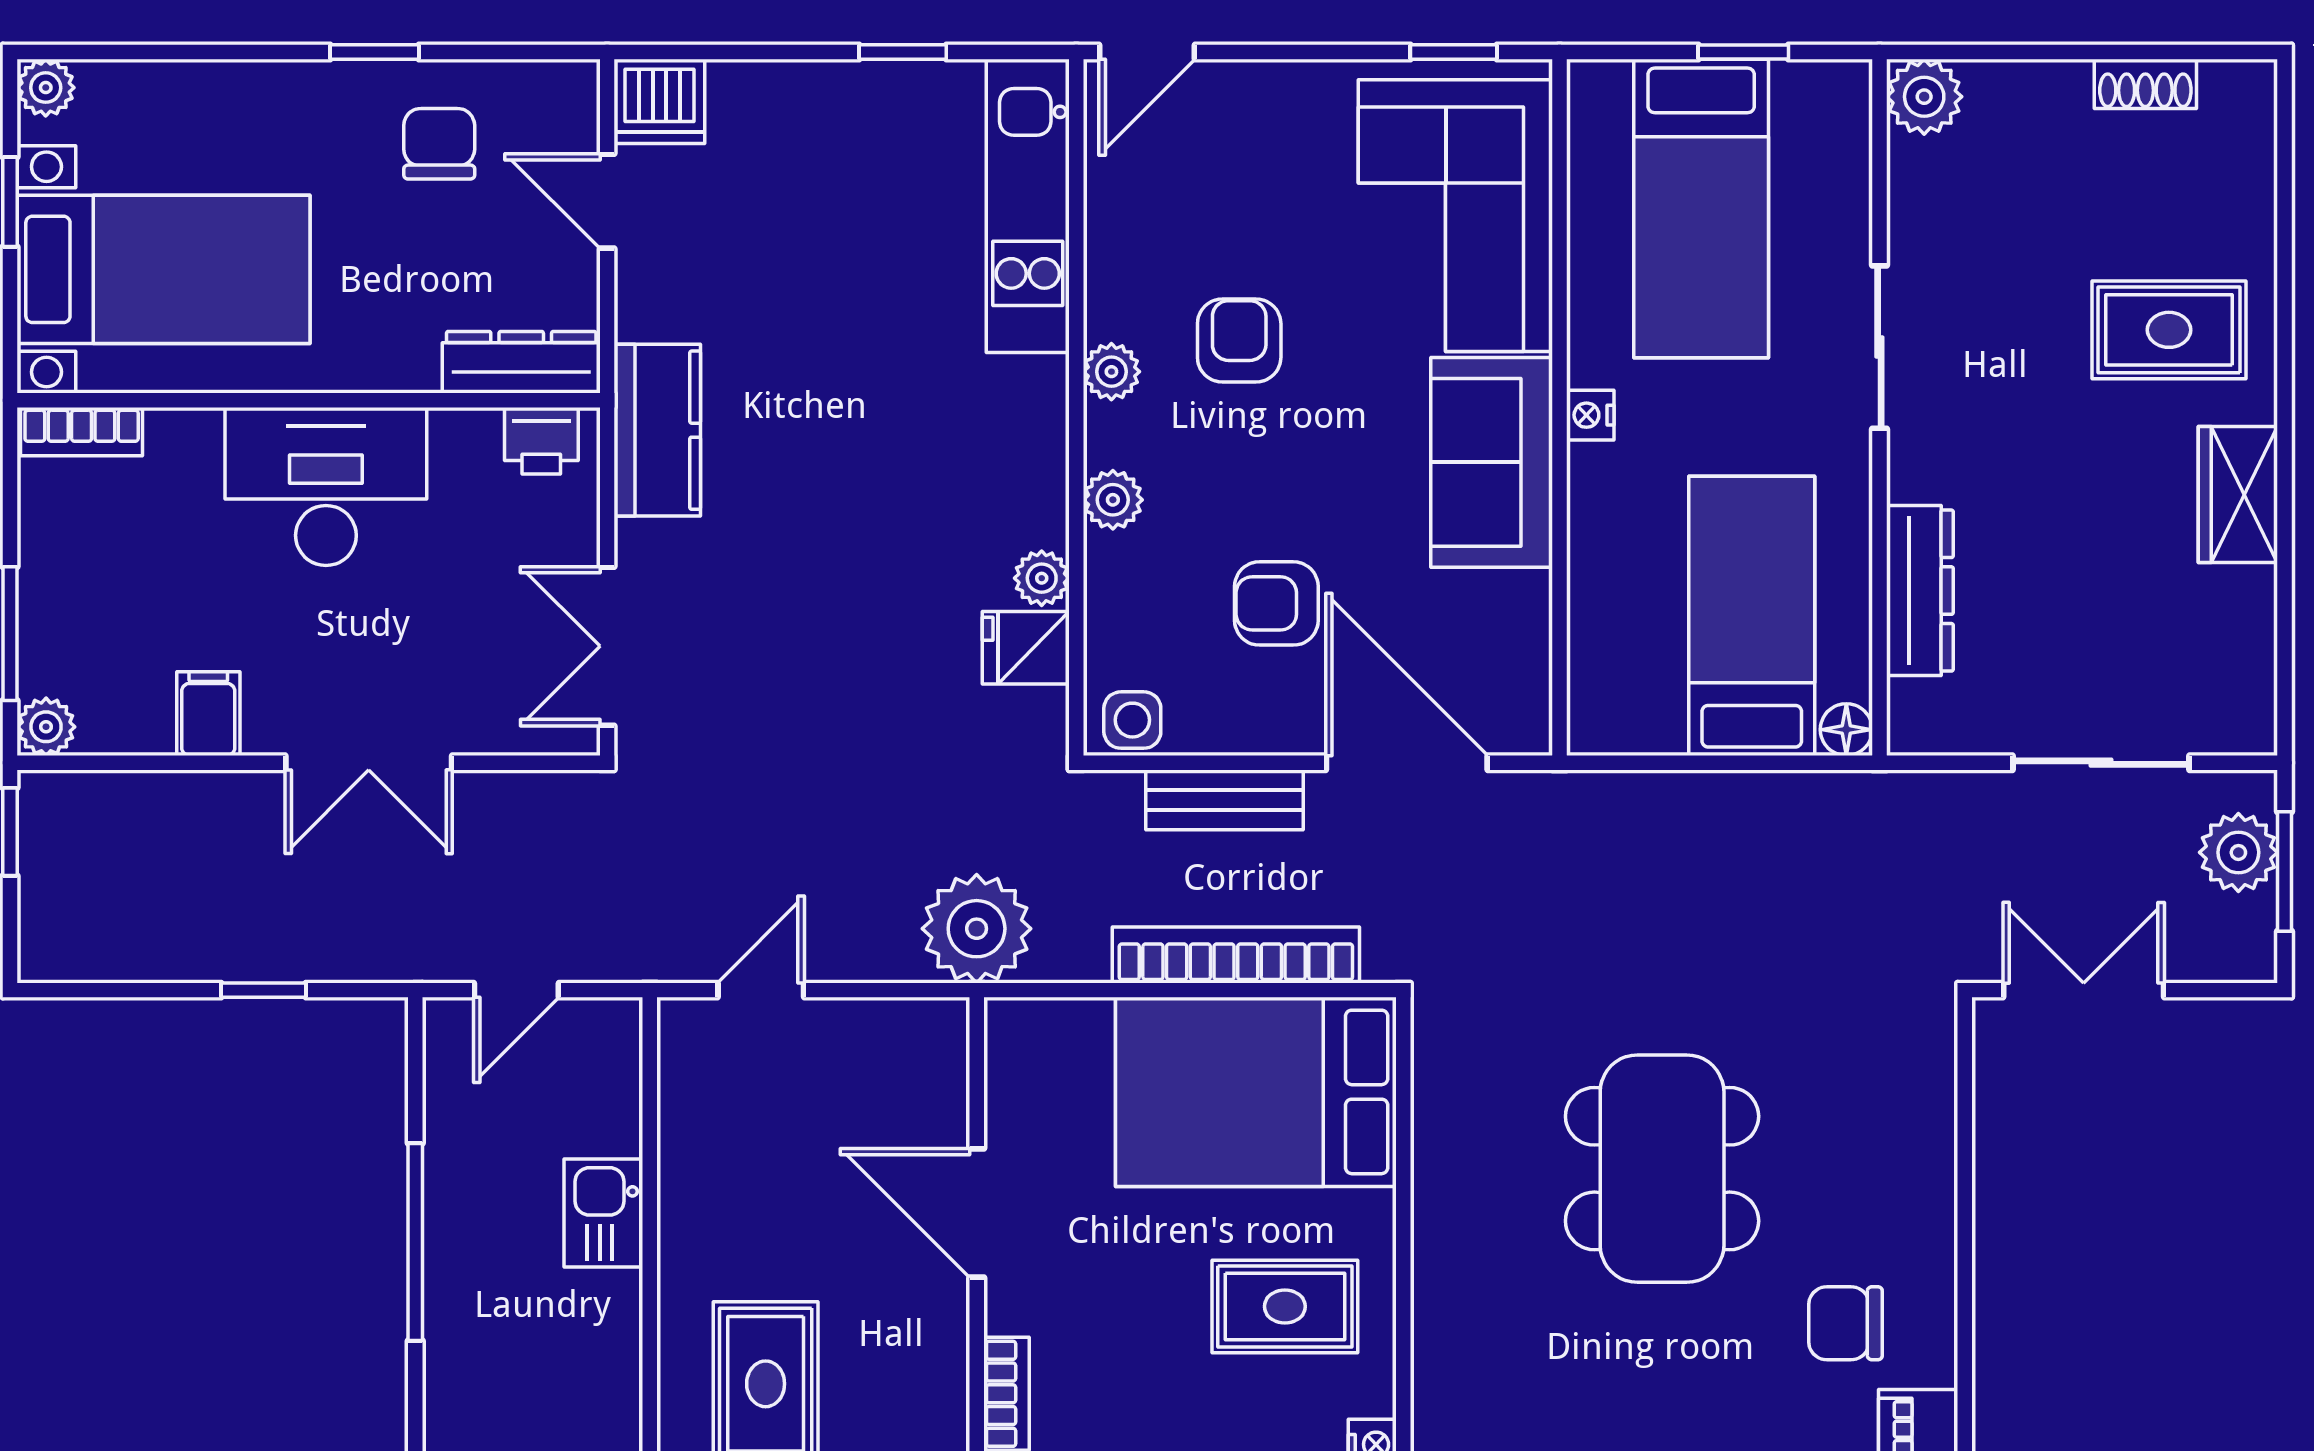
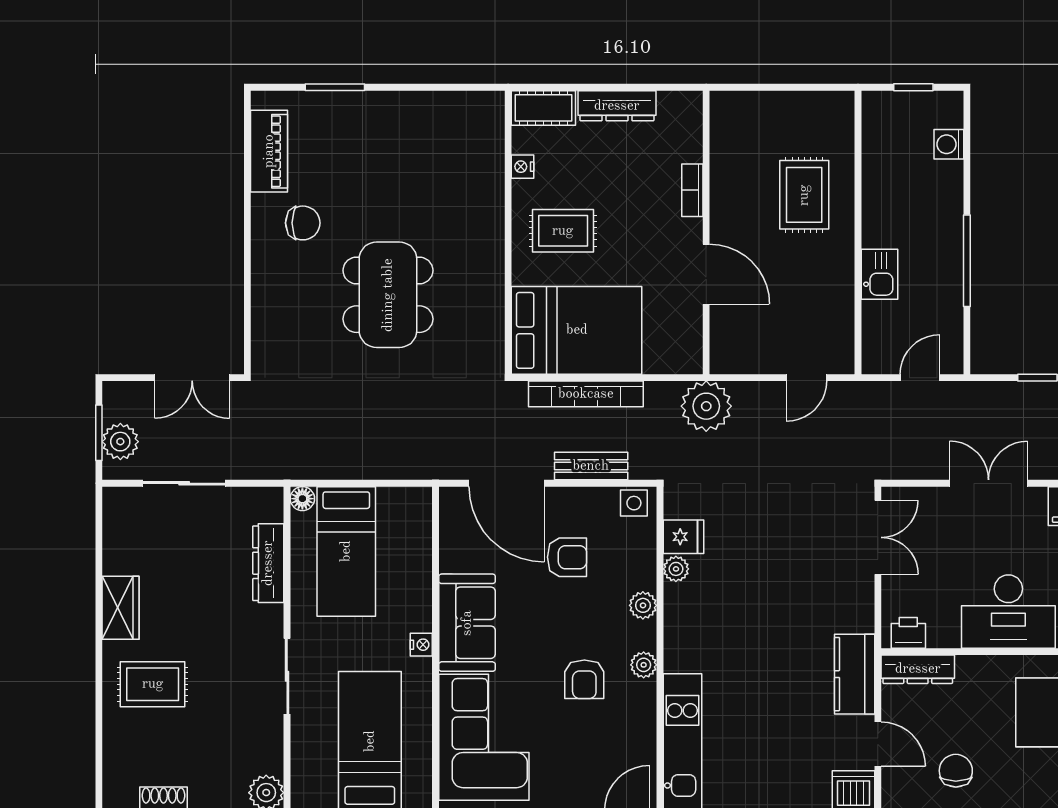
chair: (439, 144) -> (956, 771), turned 180
kitchen counter: (657, 430) -> (855, 674), moved

